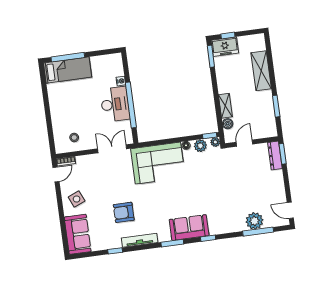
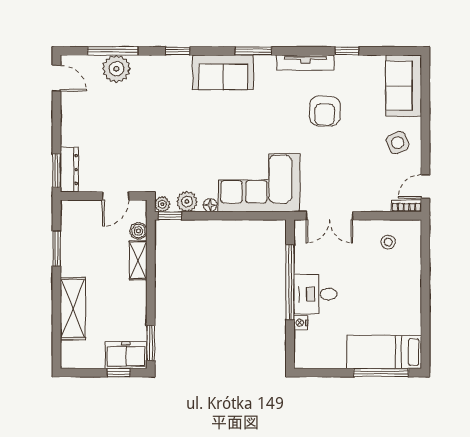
desk: (115, 104) -> (315, 294), width x0.73
armchair: (124, 212) -> (325, 111), turned 91
window: (208, 238) -> (178, 51), moved

